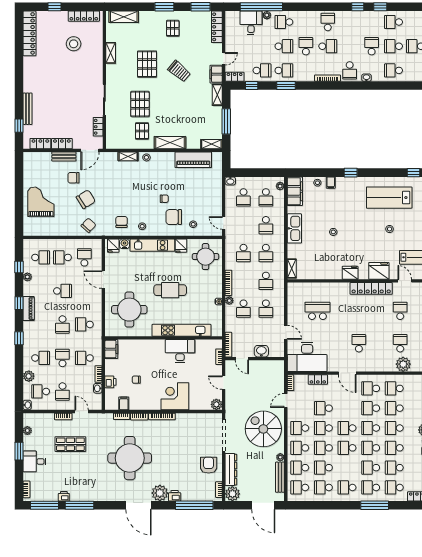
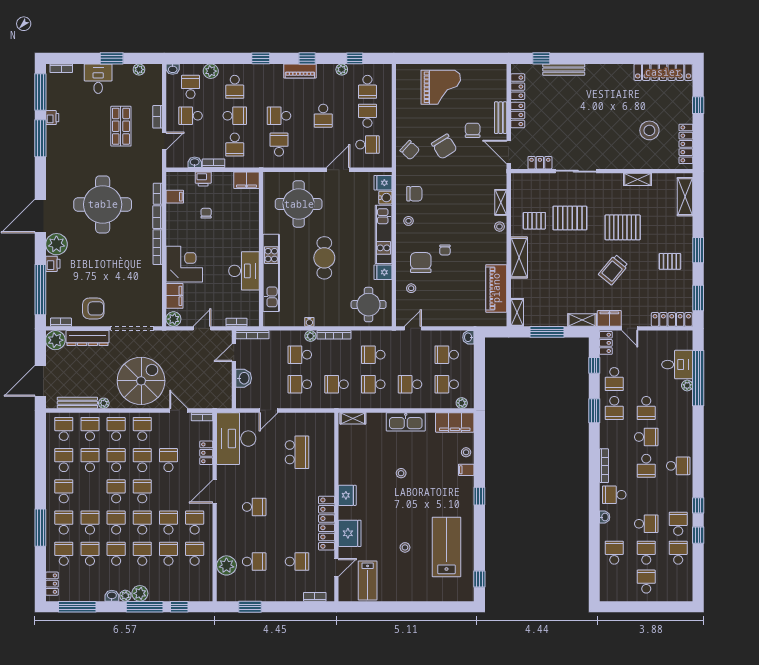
school desk: (284, 22) -> (678, 524), moved
school desk: (84, 358) -> (235, 145), turned 180
filing cabinet: (199, 404) -> (175, 296), added

